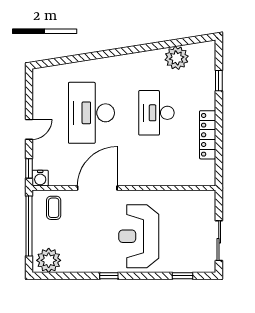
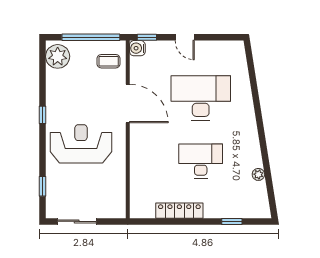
plant: (177, 58) -> (258, 174), width x0.53, depth x0.53

